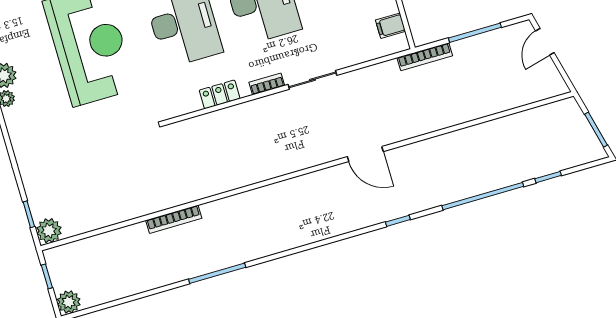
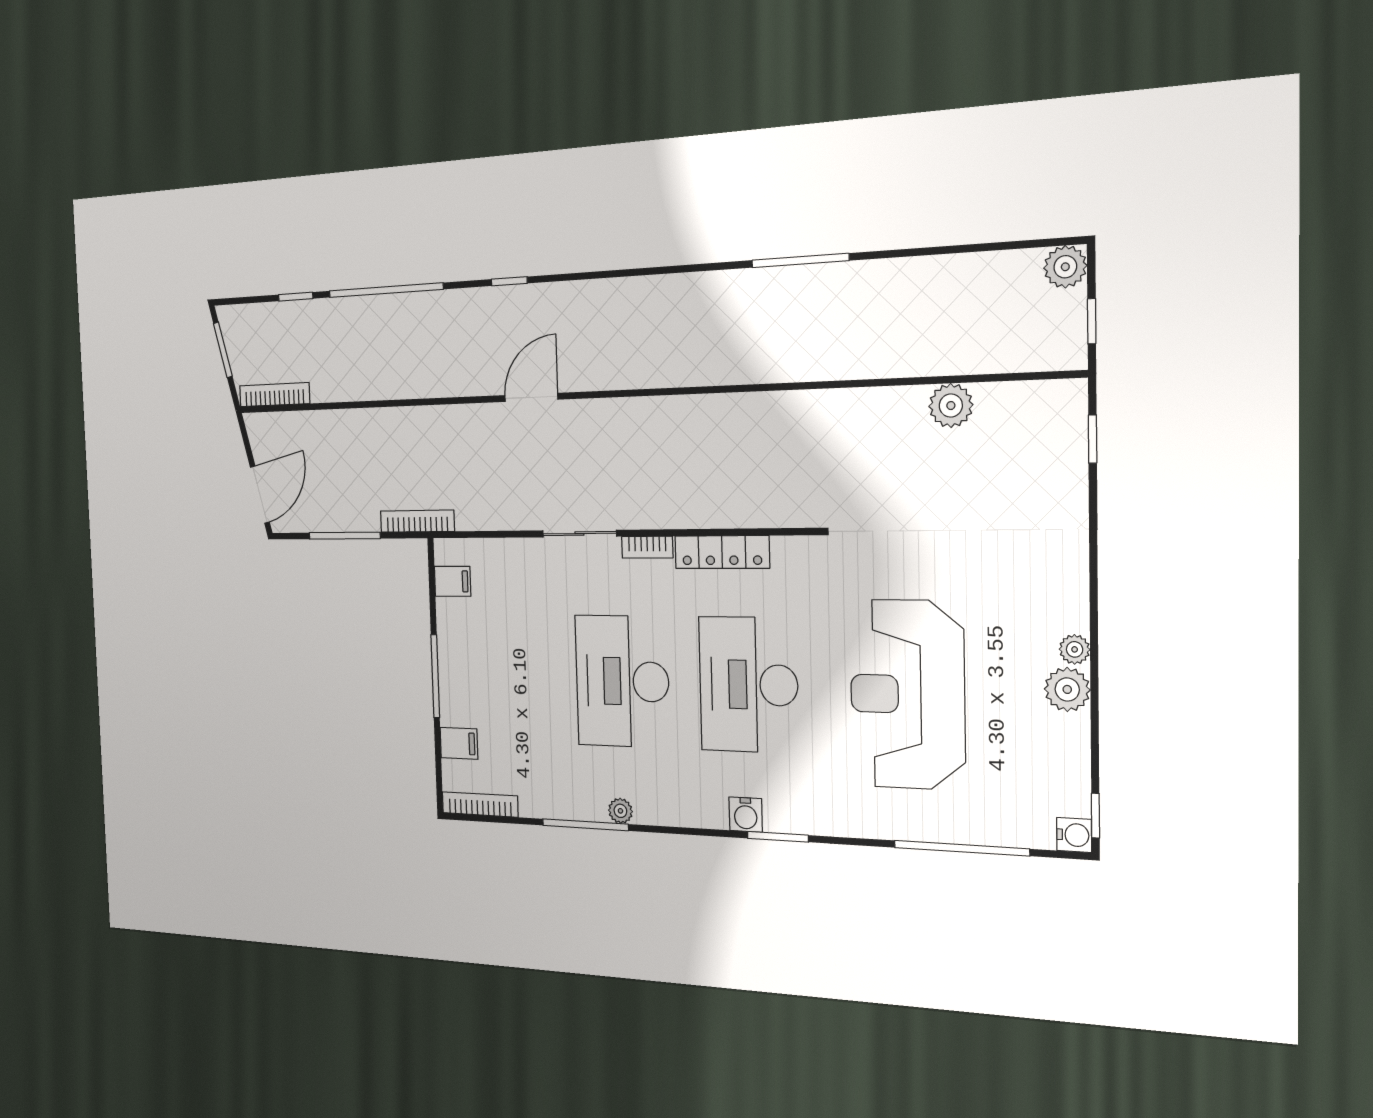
door: (545, 42) -> (260, 495), width x1.38
locker: (220, 94) -> (722, 552), width x1.53
door: (365, 154) -> (531, 397), hinge flipped
bookcase: (174, 219) -> (275, 395), moved
plant: (49, 231) -> (951, 406), moved

